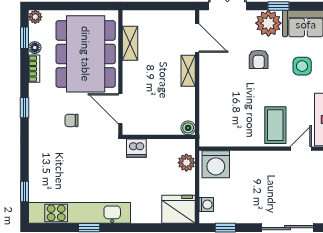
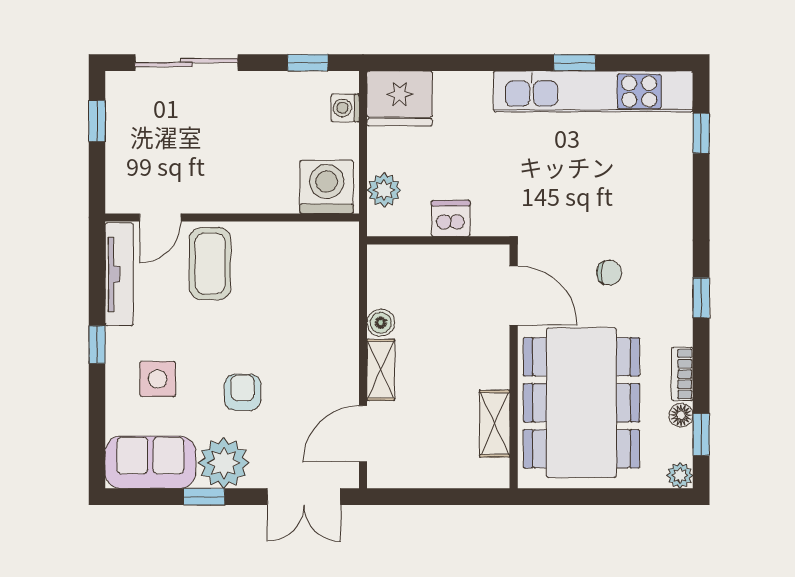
door: (197, 38) -> (363, 434), hinge flipped
boiler: (188, 128) -> (381, 323), moved
dishwasher: (136, 148) -> (451, 218), moved

